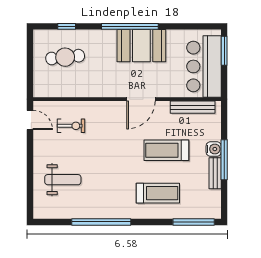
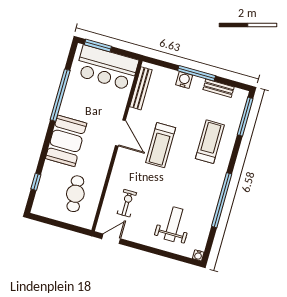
window: (130, 26) -> (60, 95), moved
booth: (141, 46) -> (66, 141), moved
cafe table: (65, 57) -> (75, 194), moved
treadmill: (166, 150) -> (161, 145), moved
bench: (215, 173) -> (219, 88), moved
water cooler: (38, 214) -> (198, 255), added

